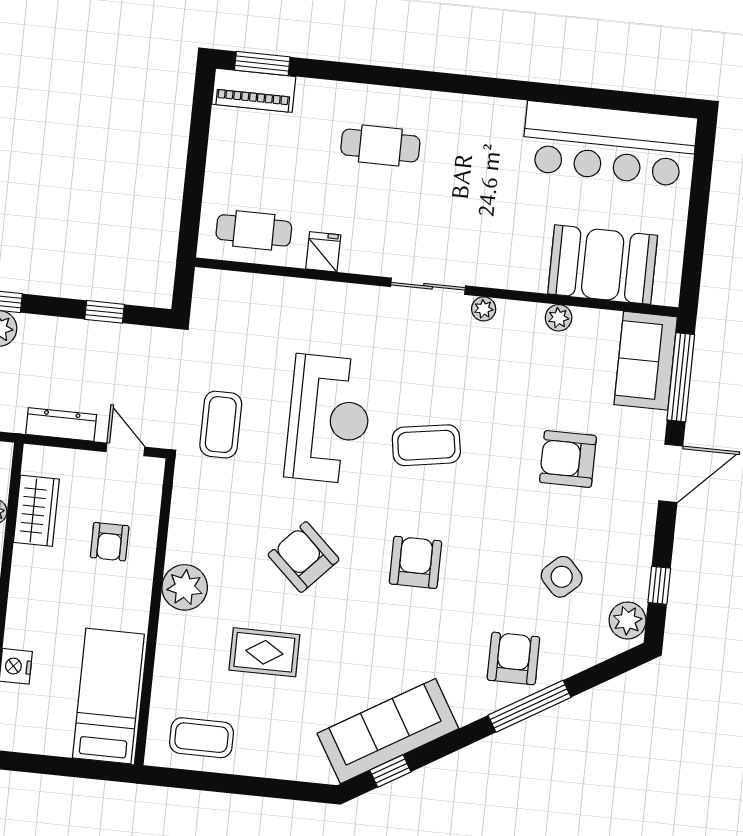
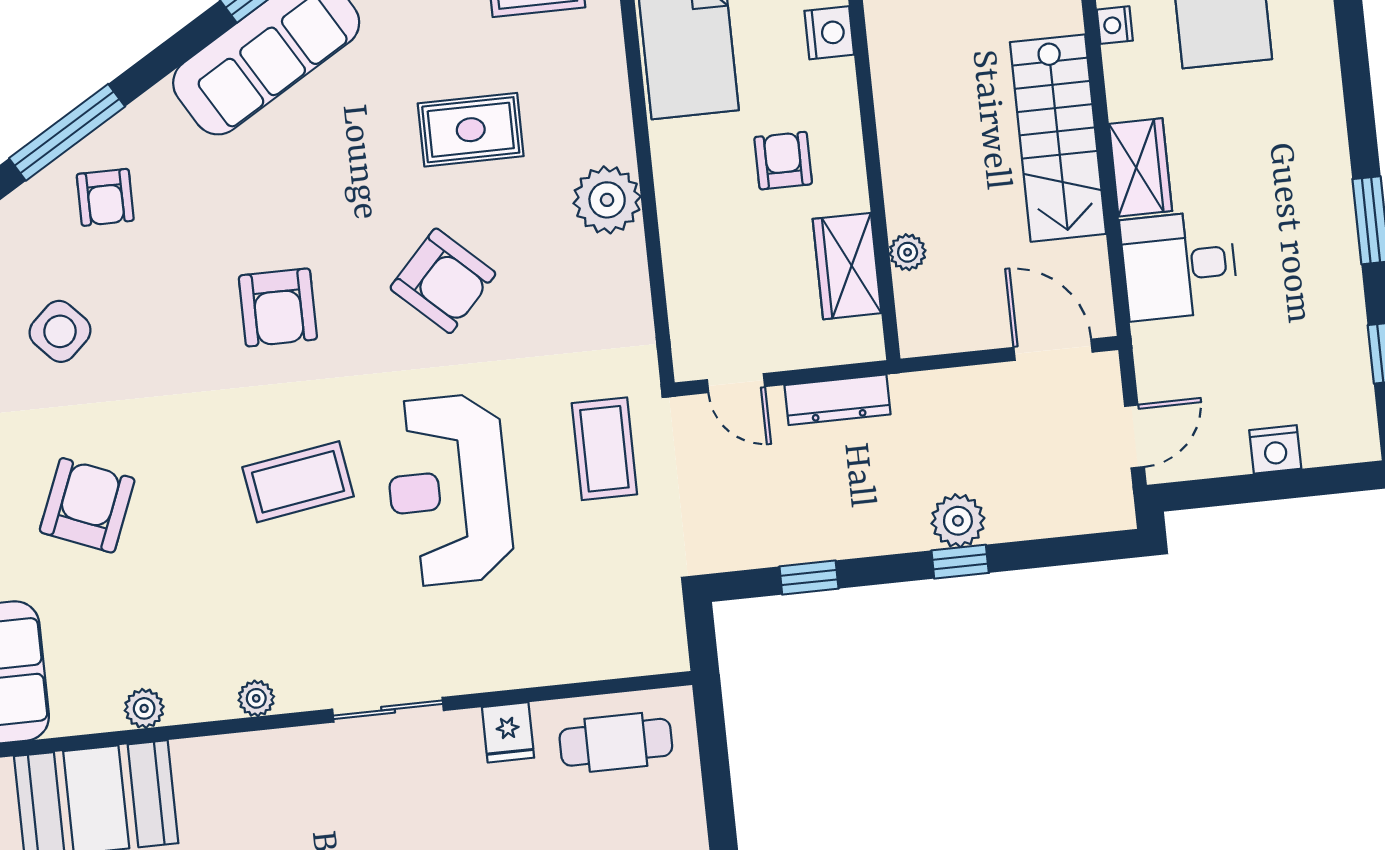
sliding door: (428, 286) -> (388, 710), moved
armchair: (568, 459) -> (87, 505), turned -68
armchair: (110, 542) -> (783, 161), moved
armchair: (513, 658) -> (105, 197), width x0.72, depth x0.72

